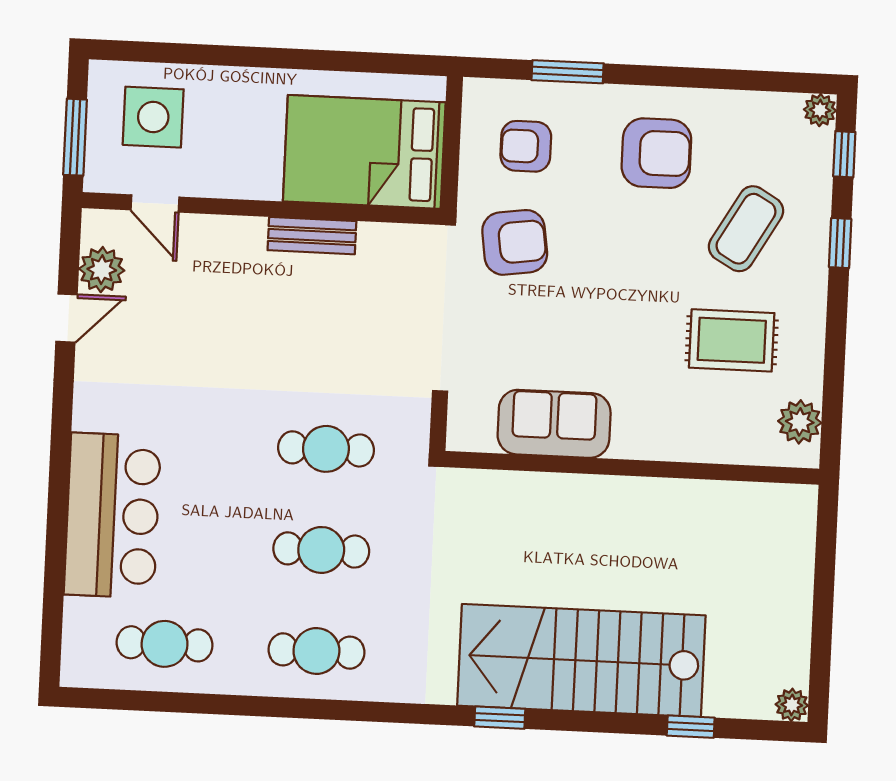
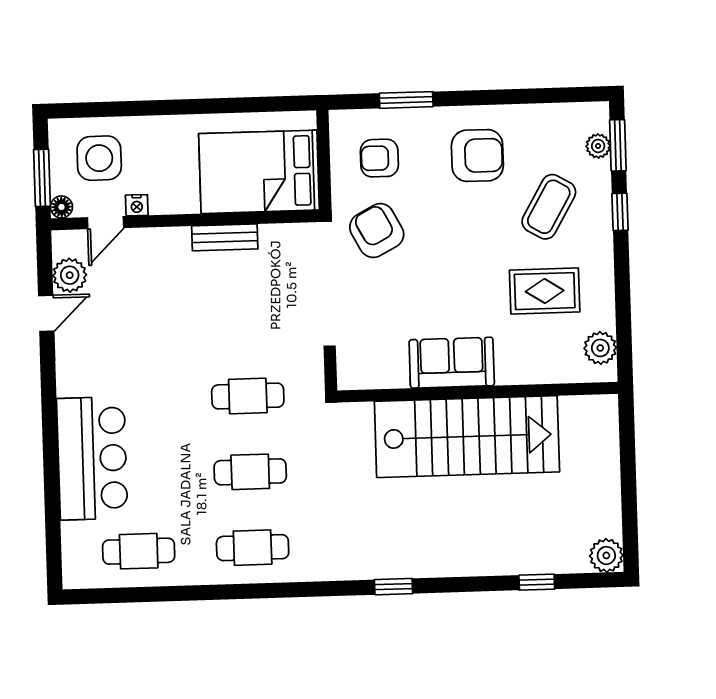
plant: (820, 110) -> (598, 146), moved
window: (844, 154) -> (618, 145), width x1.50
floor lamp: (98, 178) -> (61, 207), added
nightstand: (198, 184) -> (137, 205), added
door: (155, 203) -> (106, 223), hinge flipped
armchair: (515, 242) -> (377, 231), turned -110
sofa: (554, 424) -> (452, 363), moved
stairs: (581, 661) -> (467, 437), moved, turned 180
plant: (792, 705) -> (606, 555), width x1.38, depth x1.38

